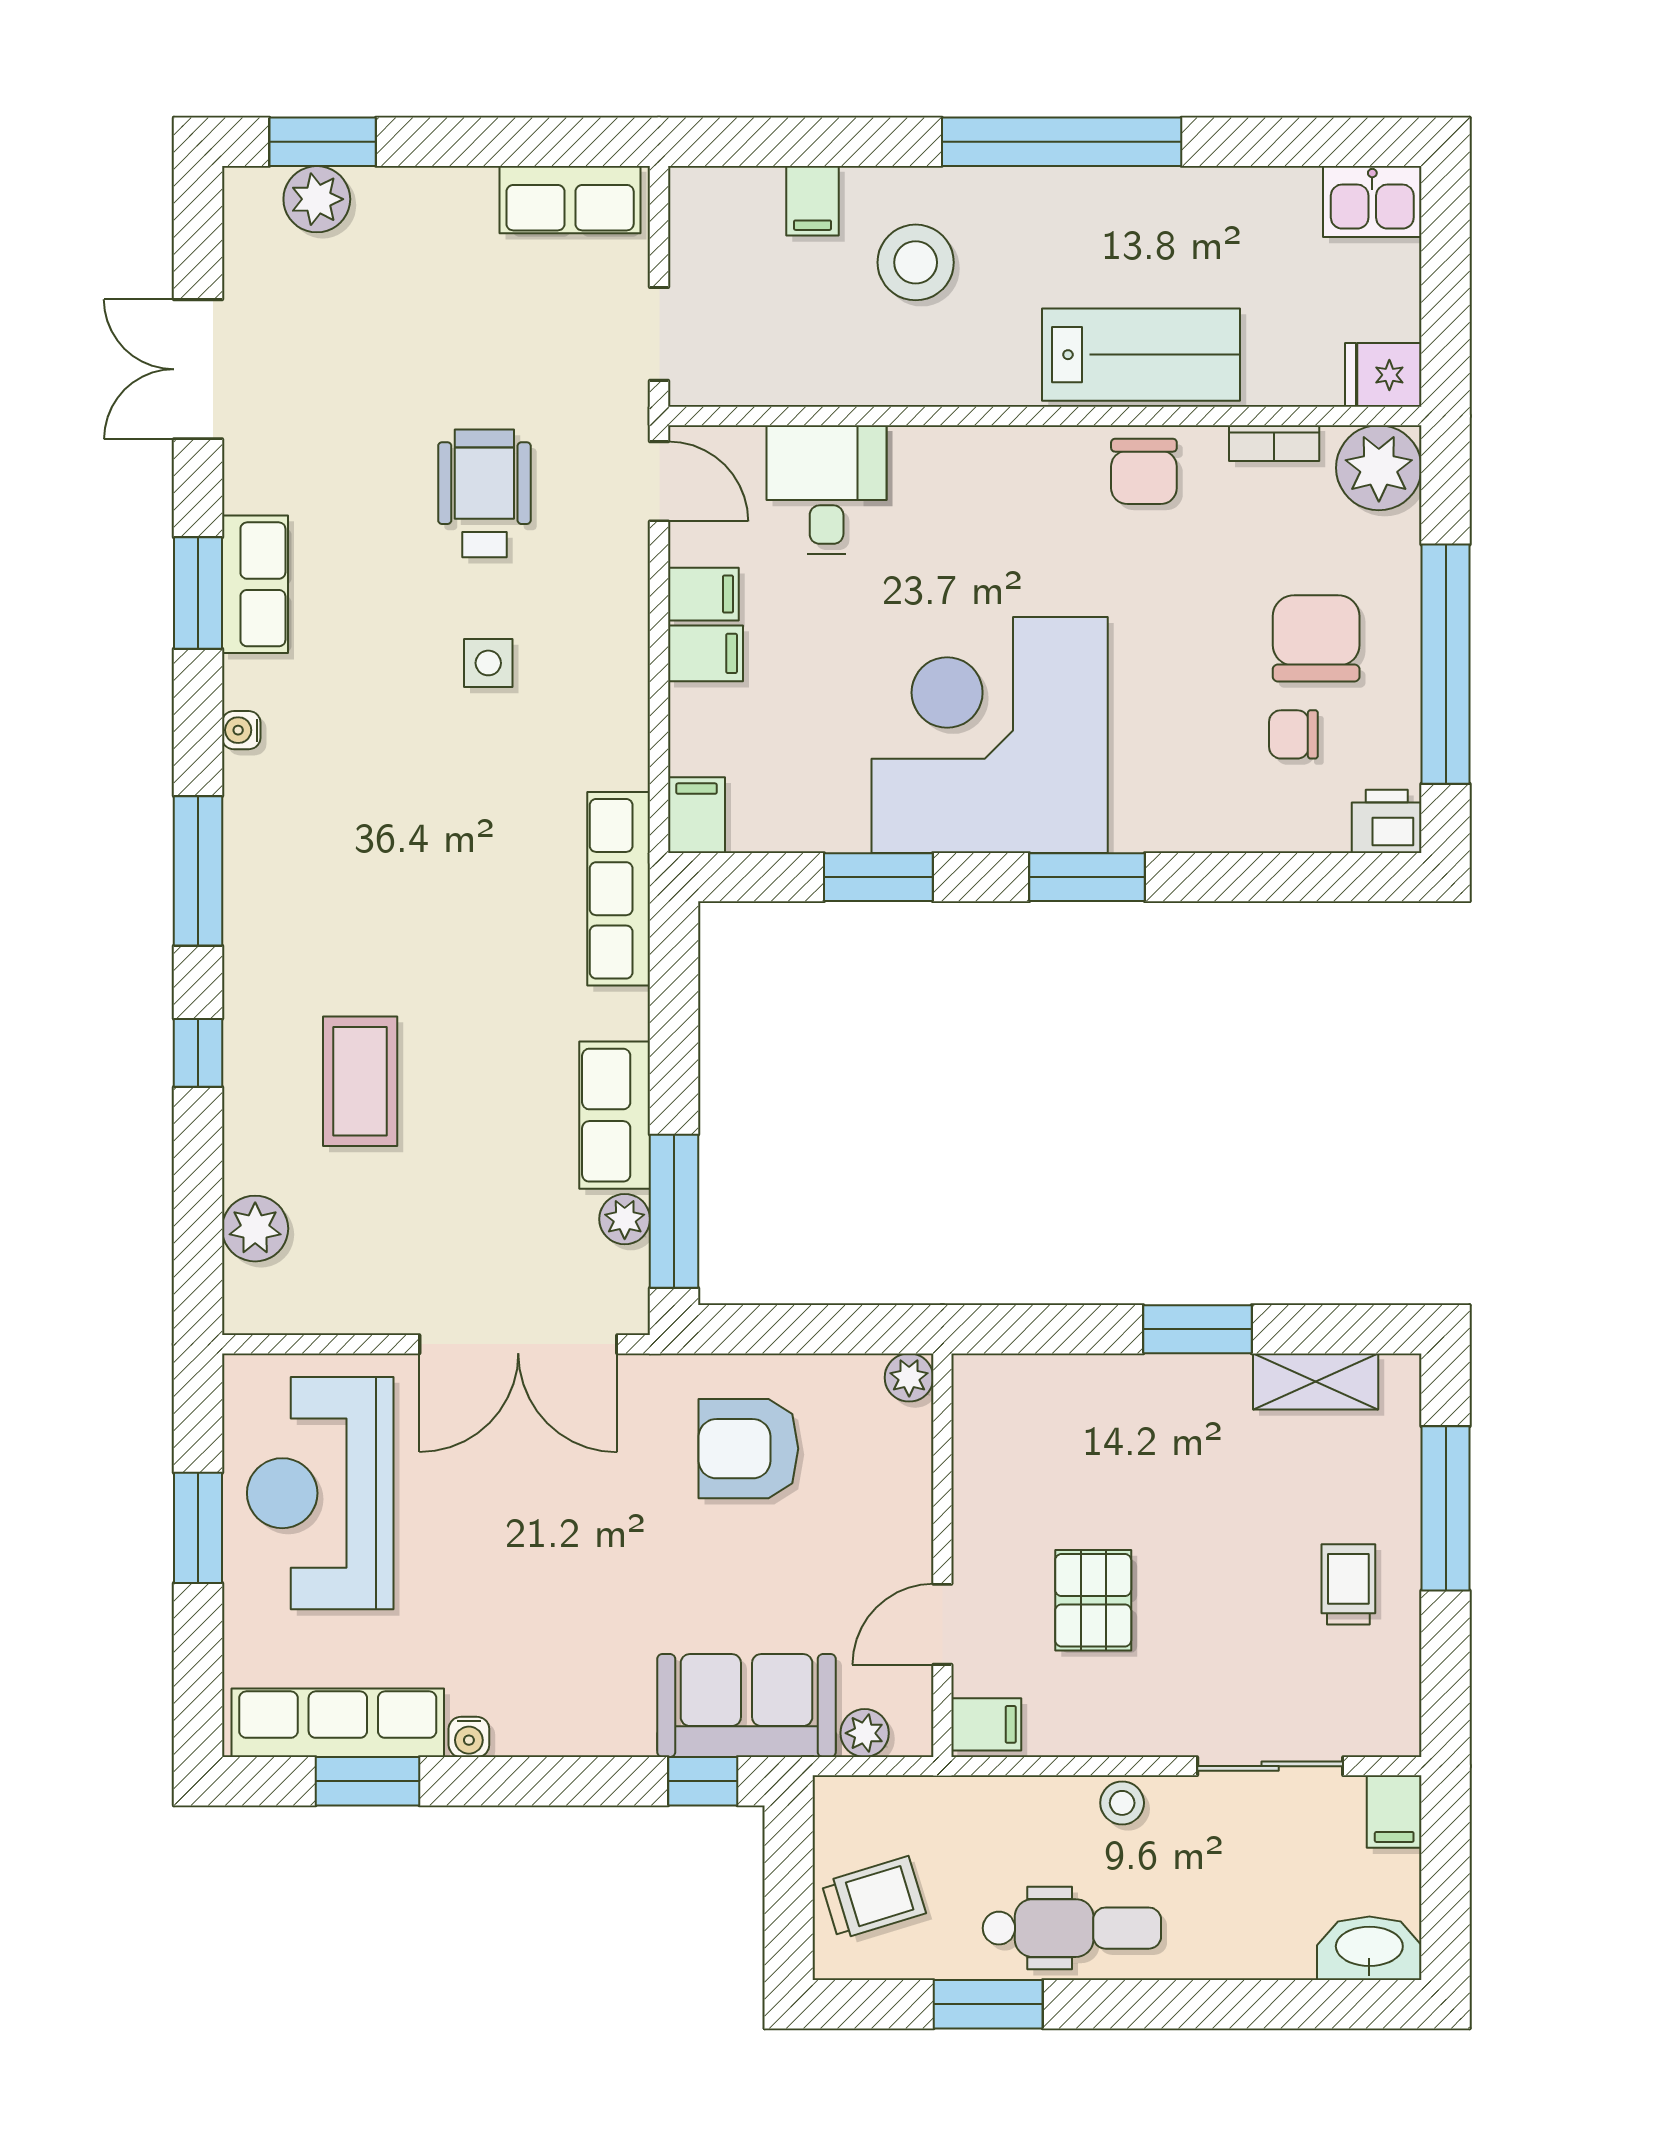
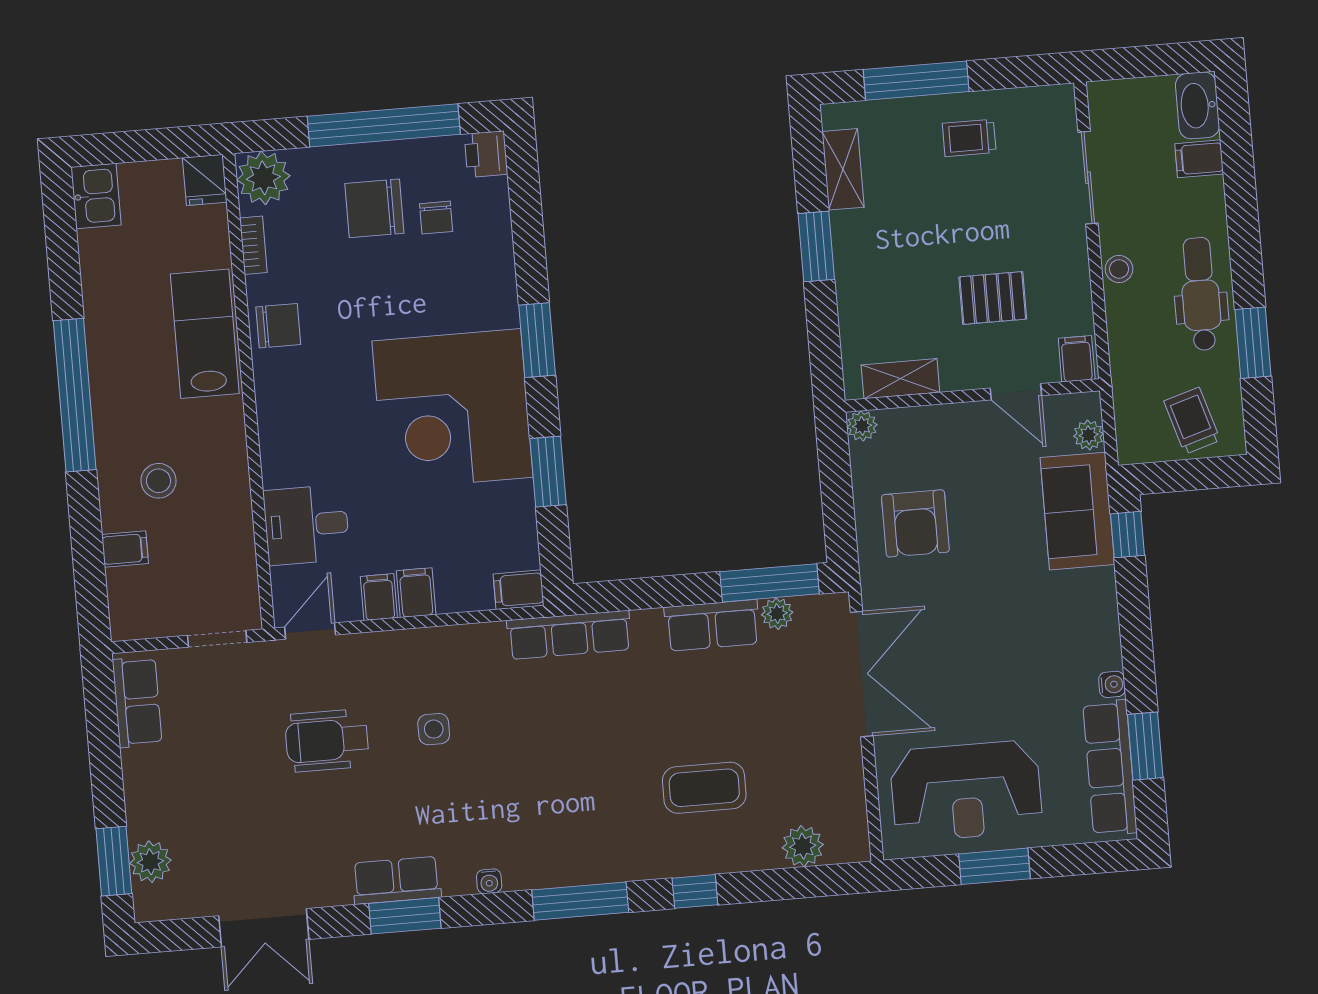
stool: (916, 262) -> (159, 481), width x0.73, depth x0.73
shelving: (978, 1444) -> (900, 379), added
filing cabinet: (1394, 1812) -> (1199, 159), moved, turned 180

